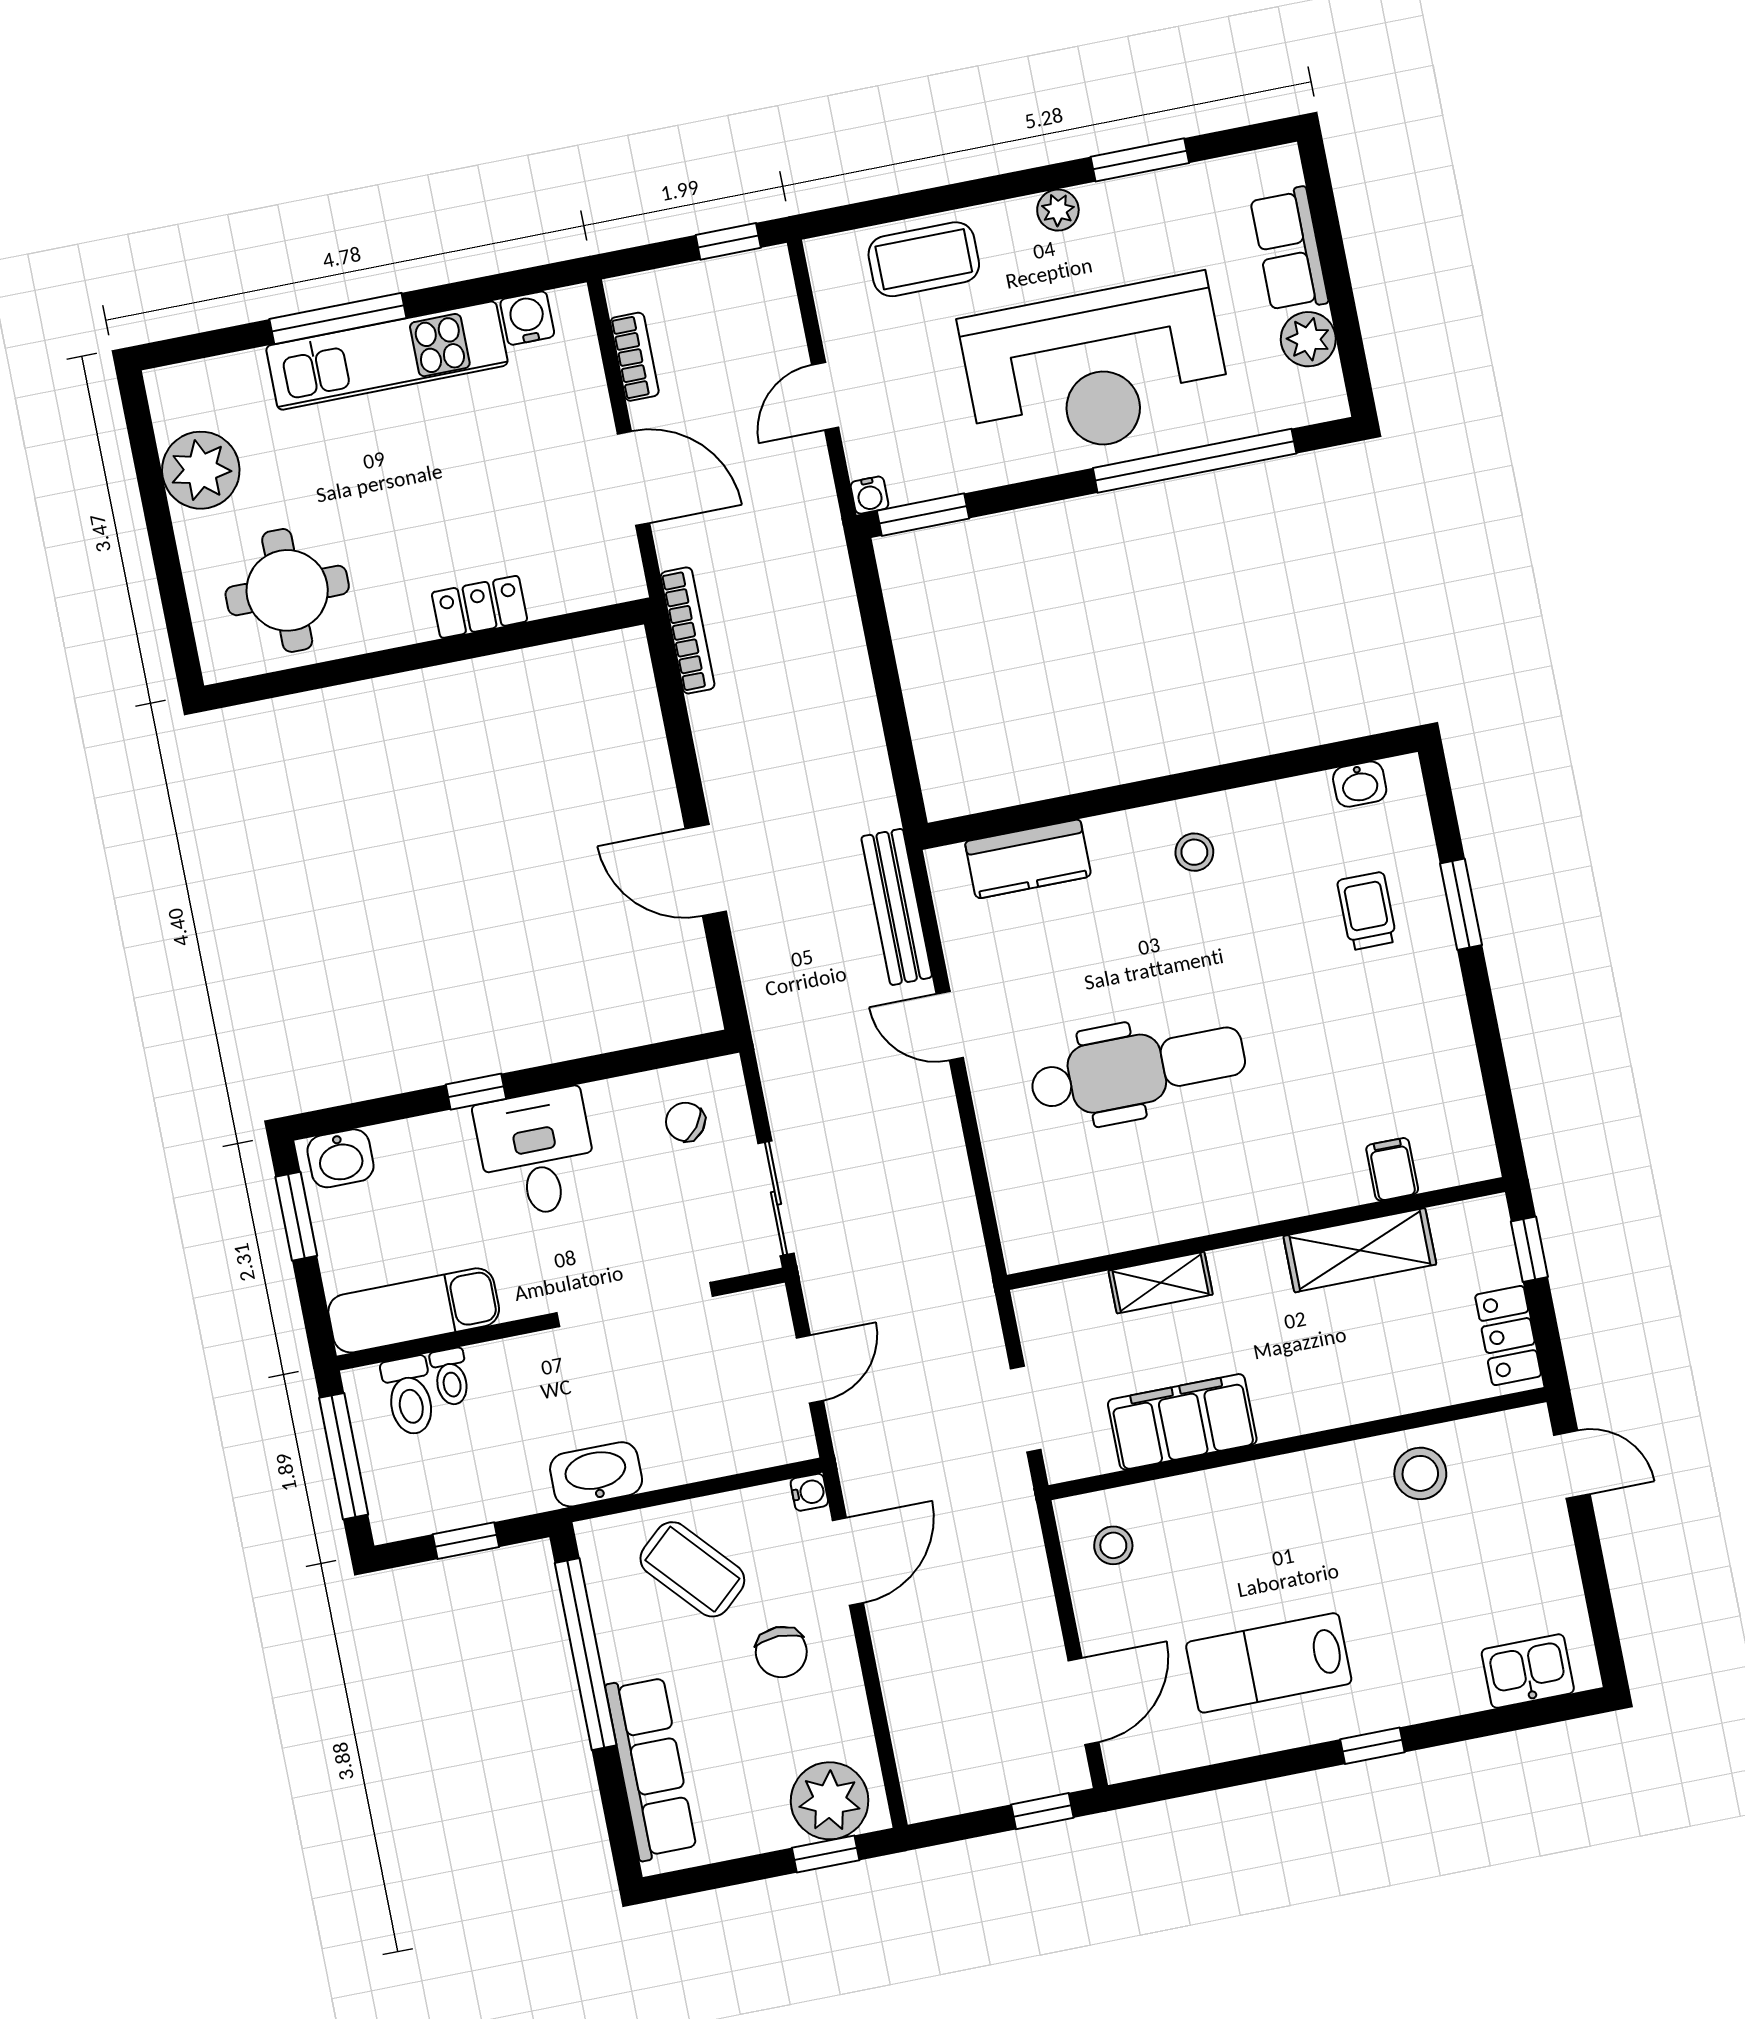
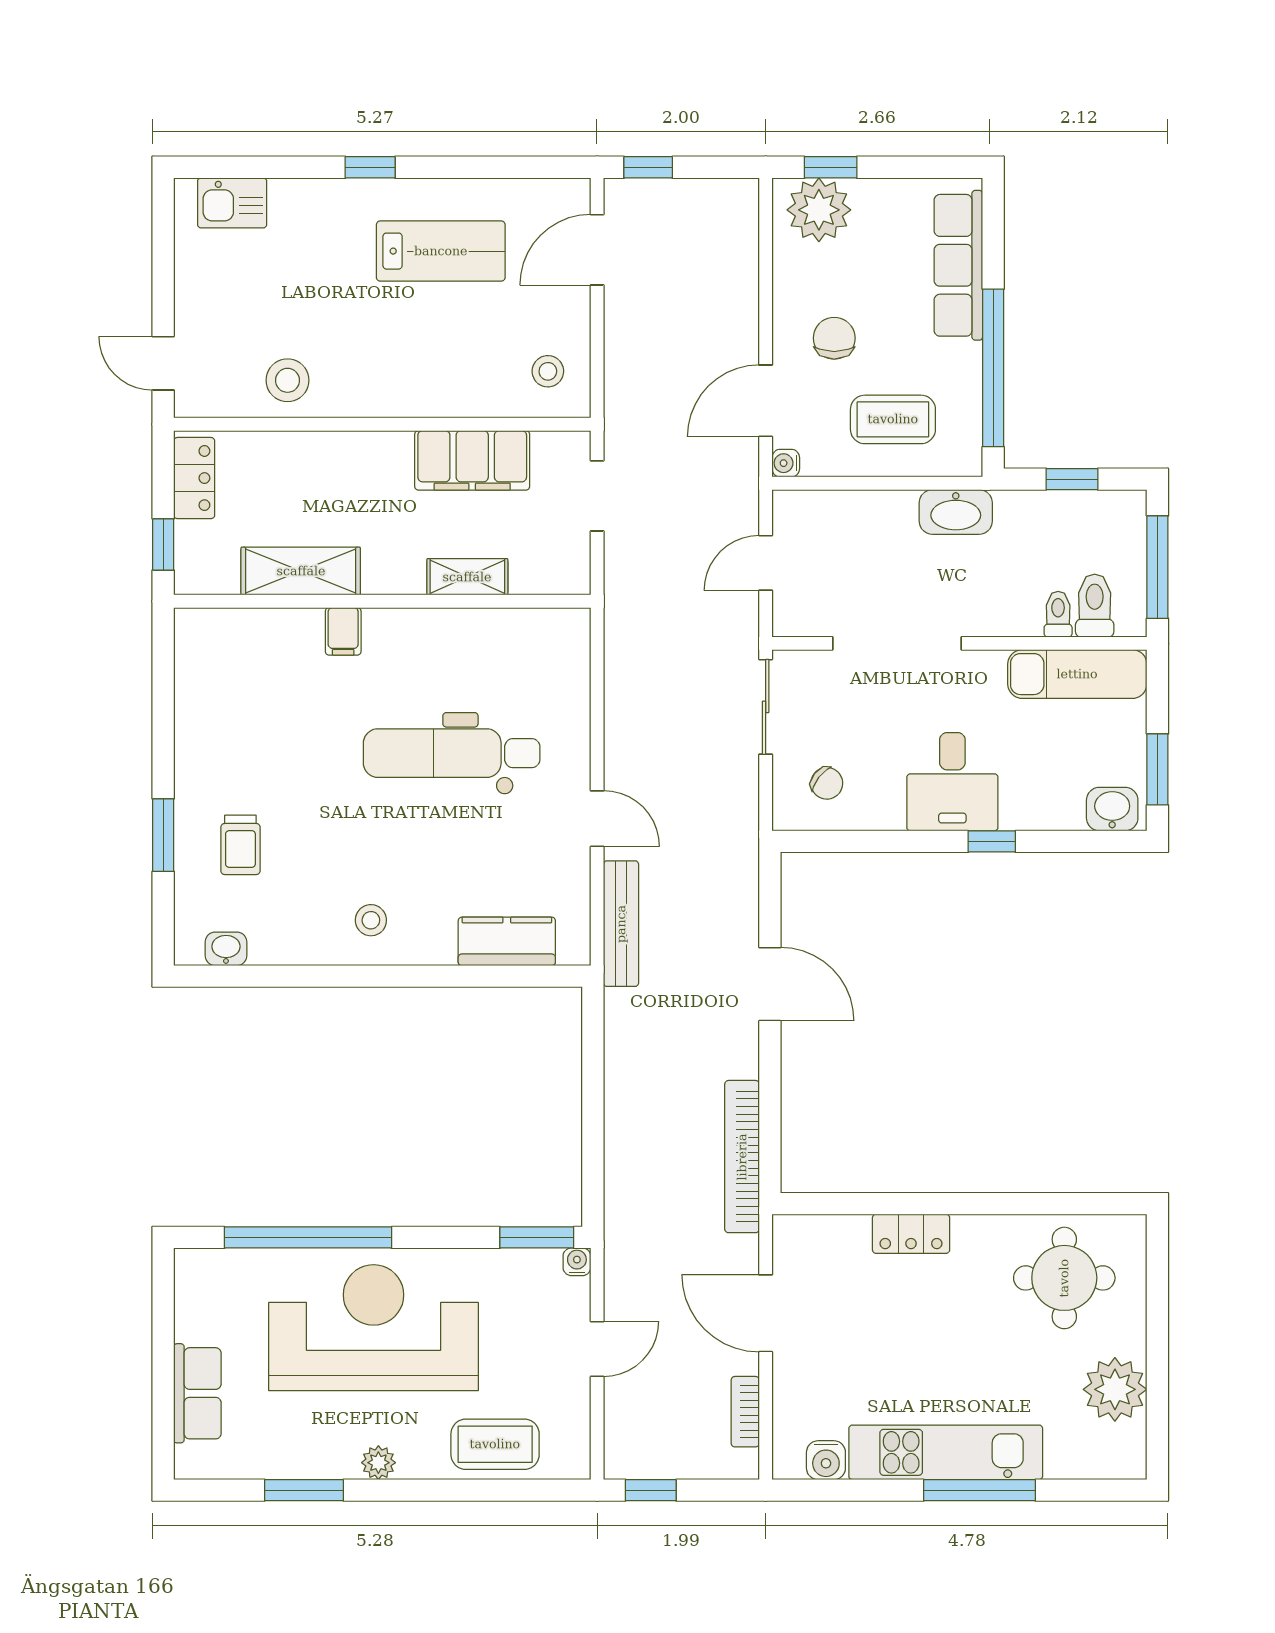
plant: (1308, 339) -> (196, 1318), removed
bookcase: (688, 630) -> (742, 1157), width x1.48, depth x1.31
filing cabinet: (1392, 1169) -> (343, 631), moved
coffee table: (692, 1569) -> (893, 419), turned -48

